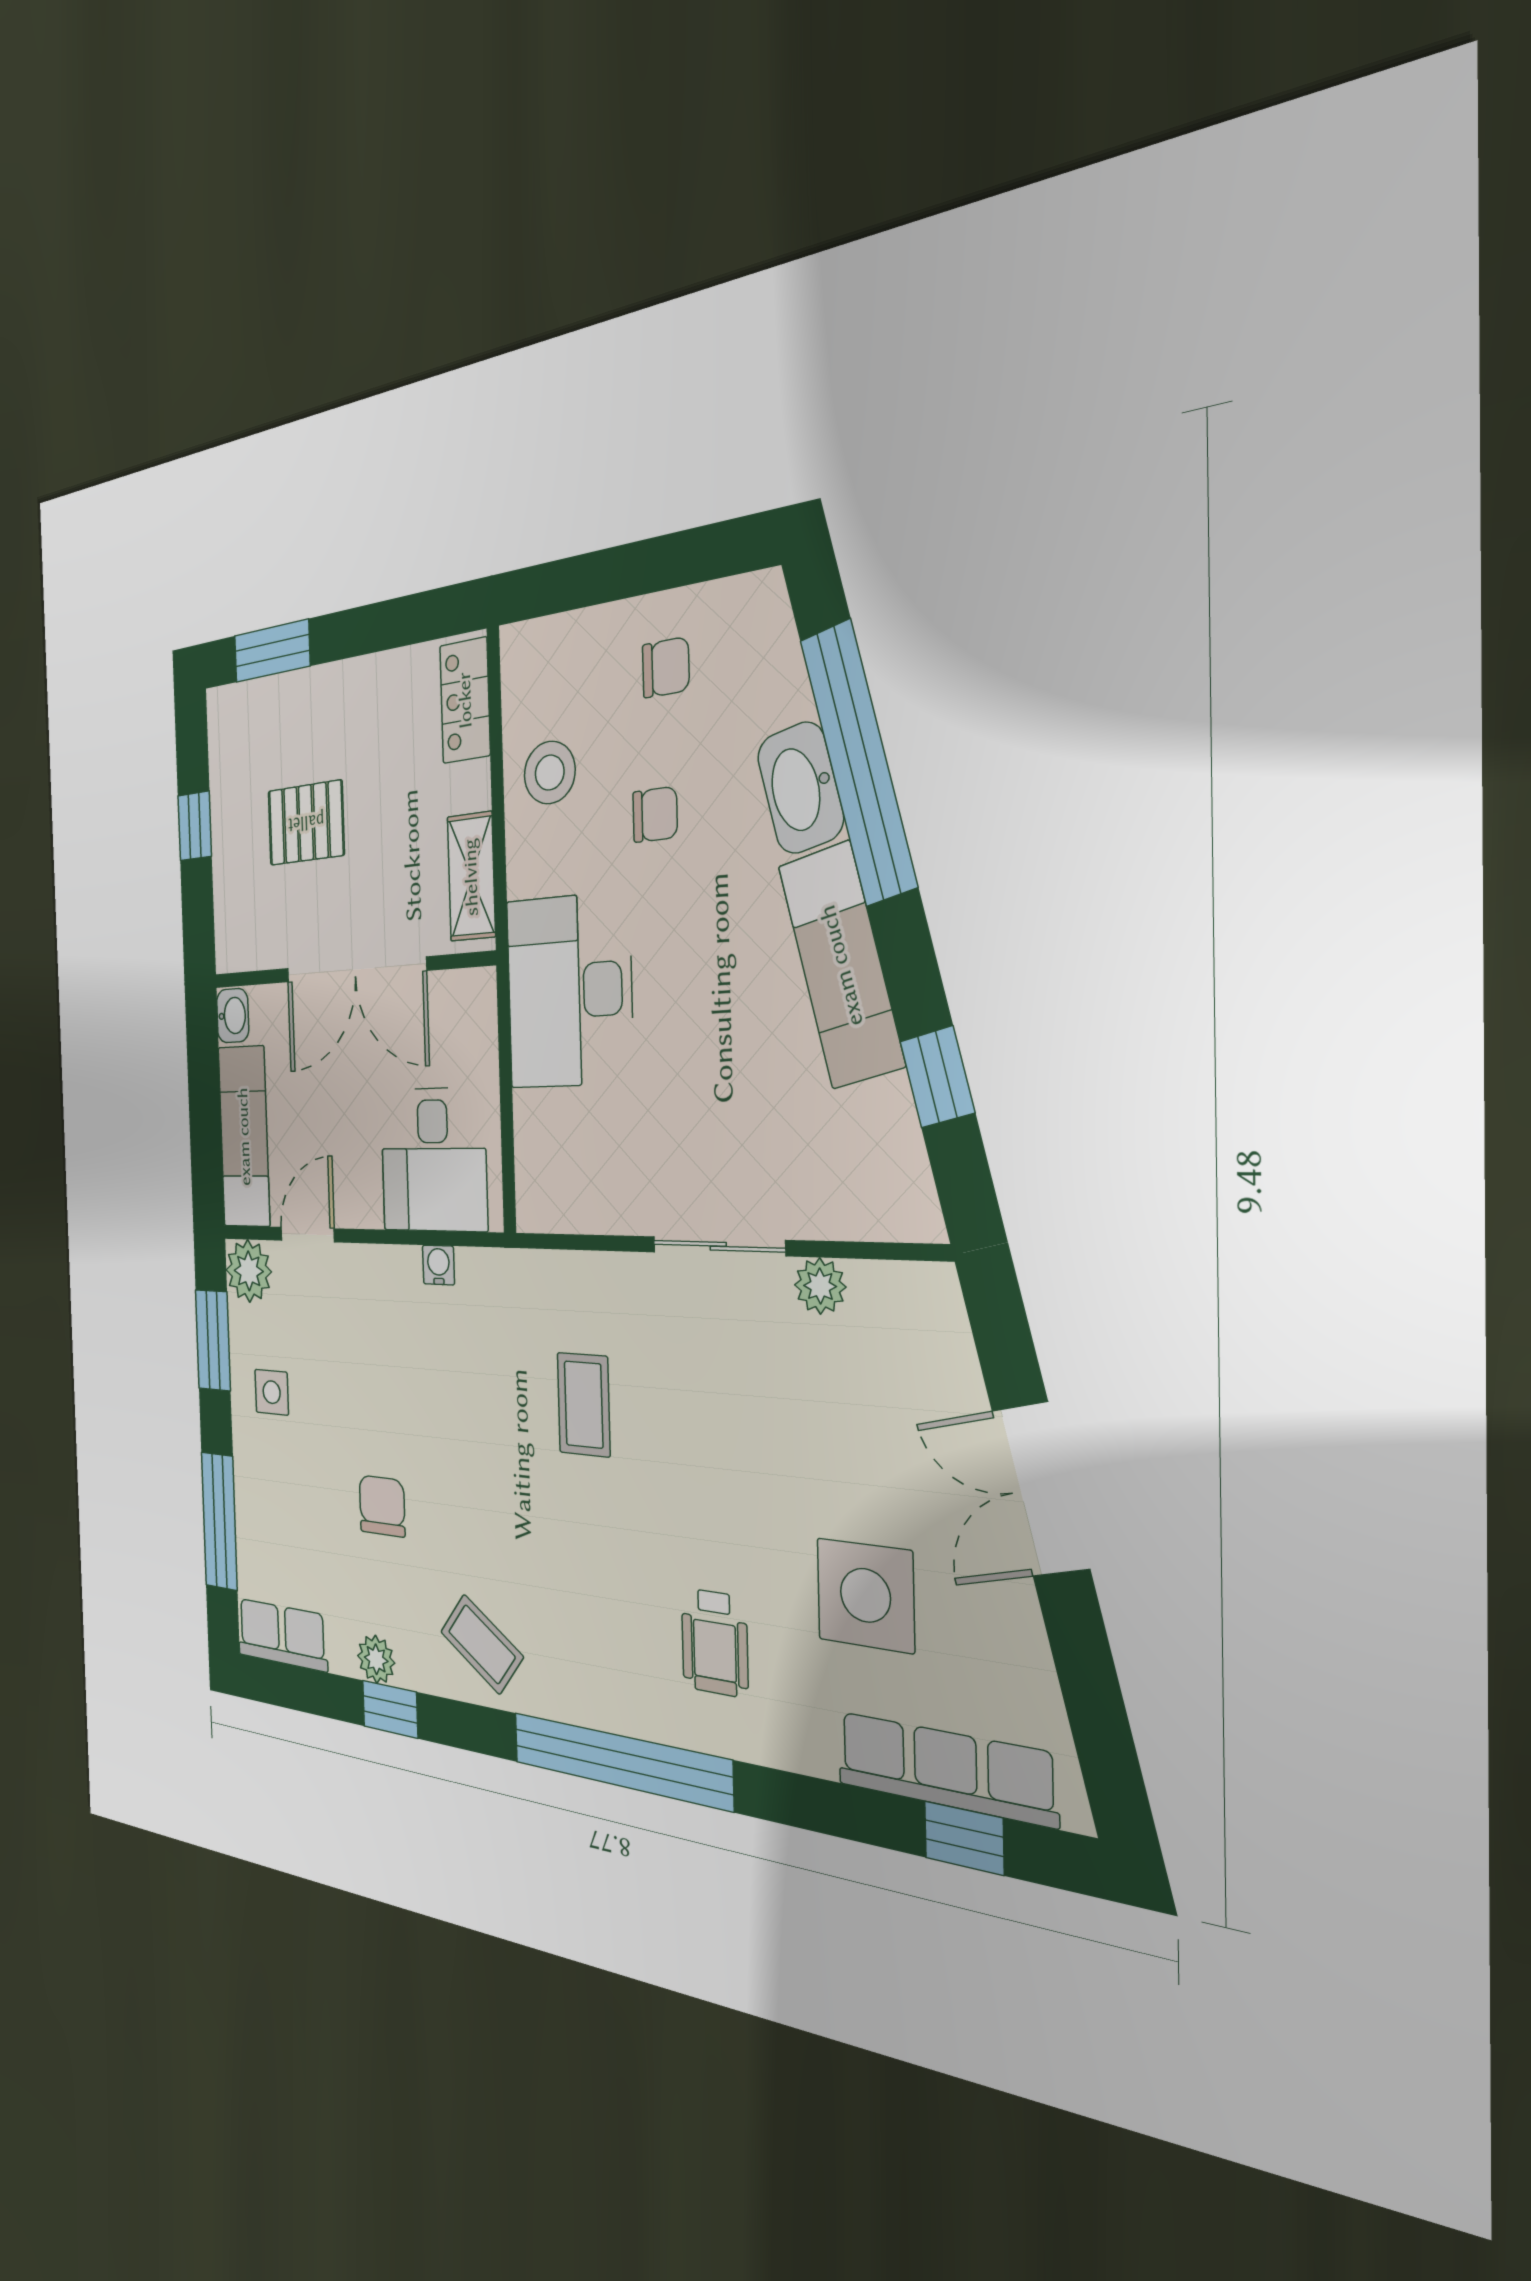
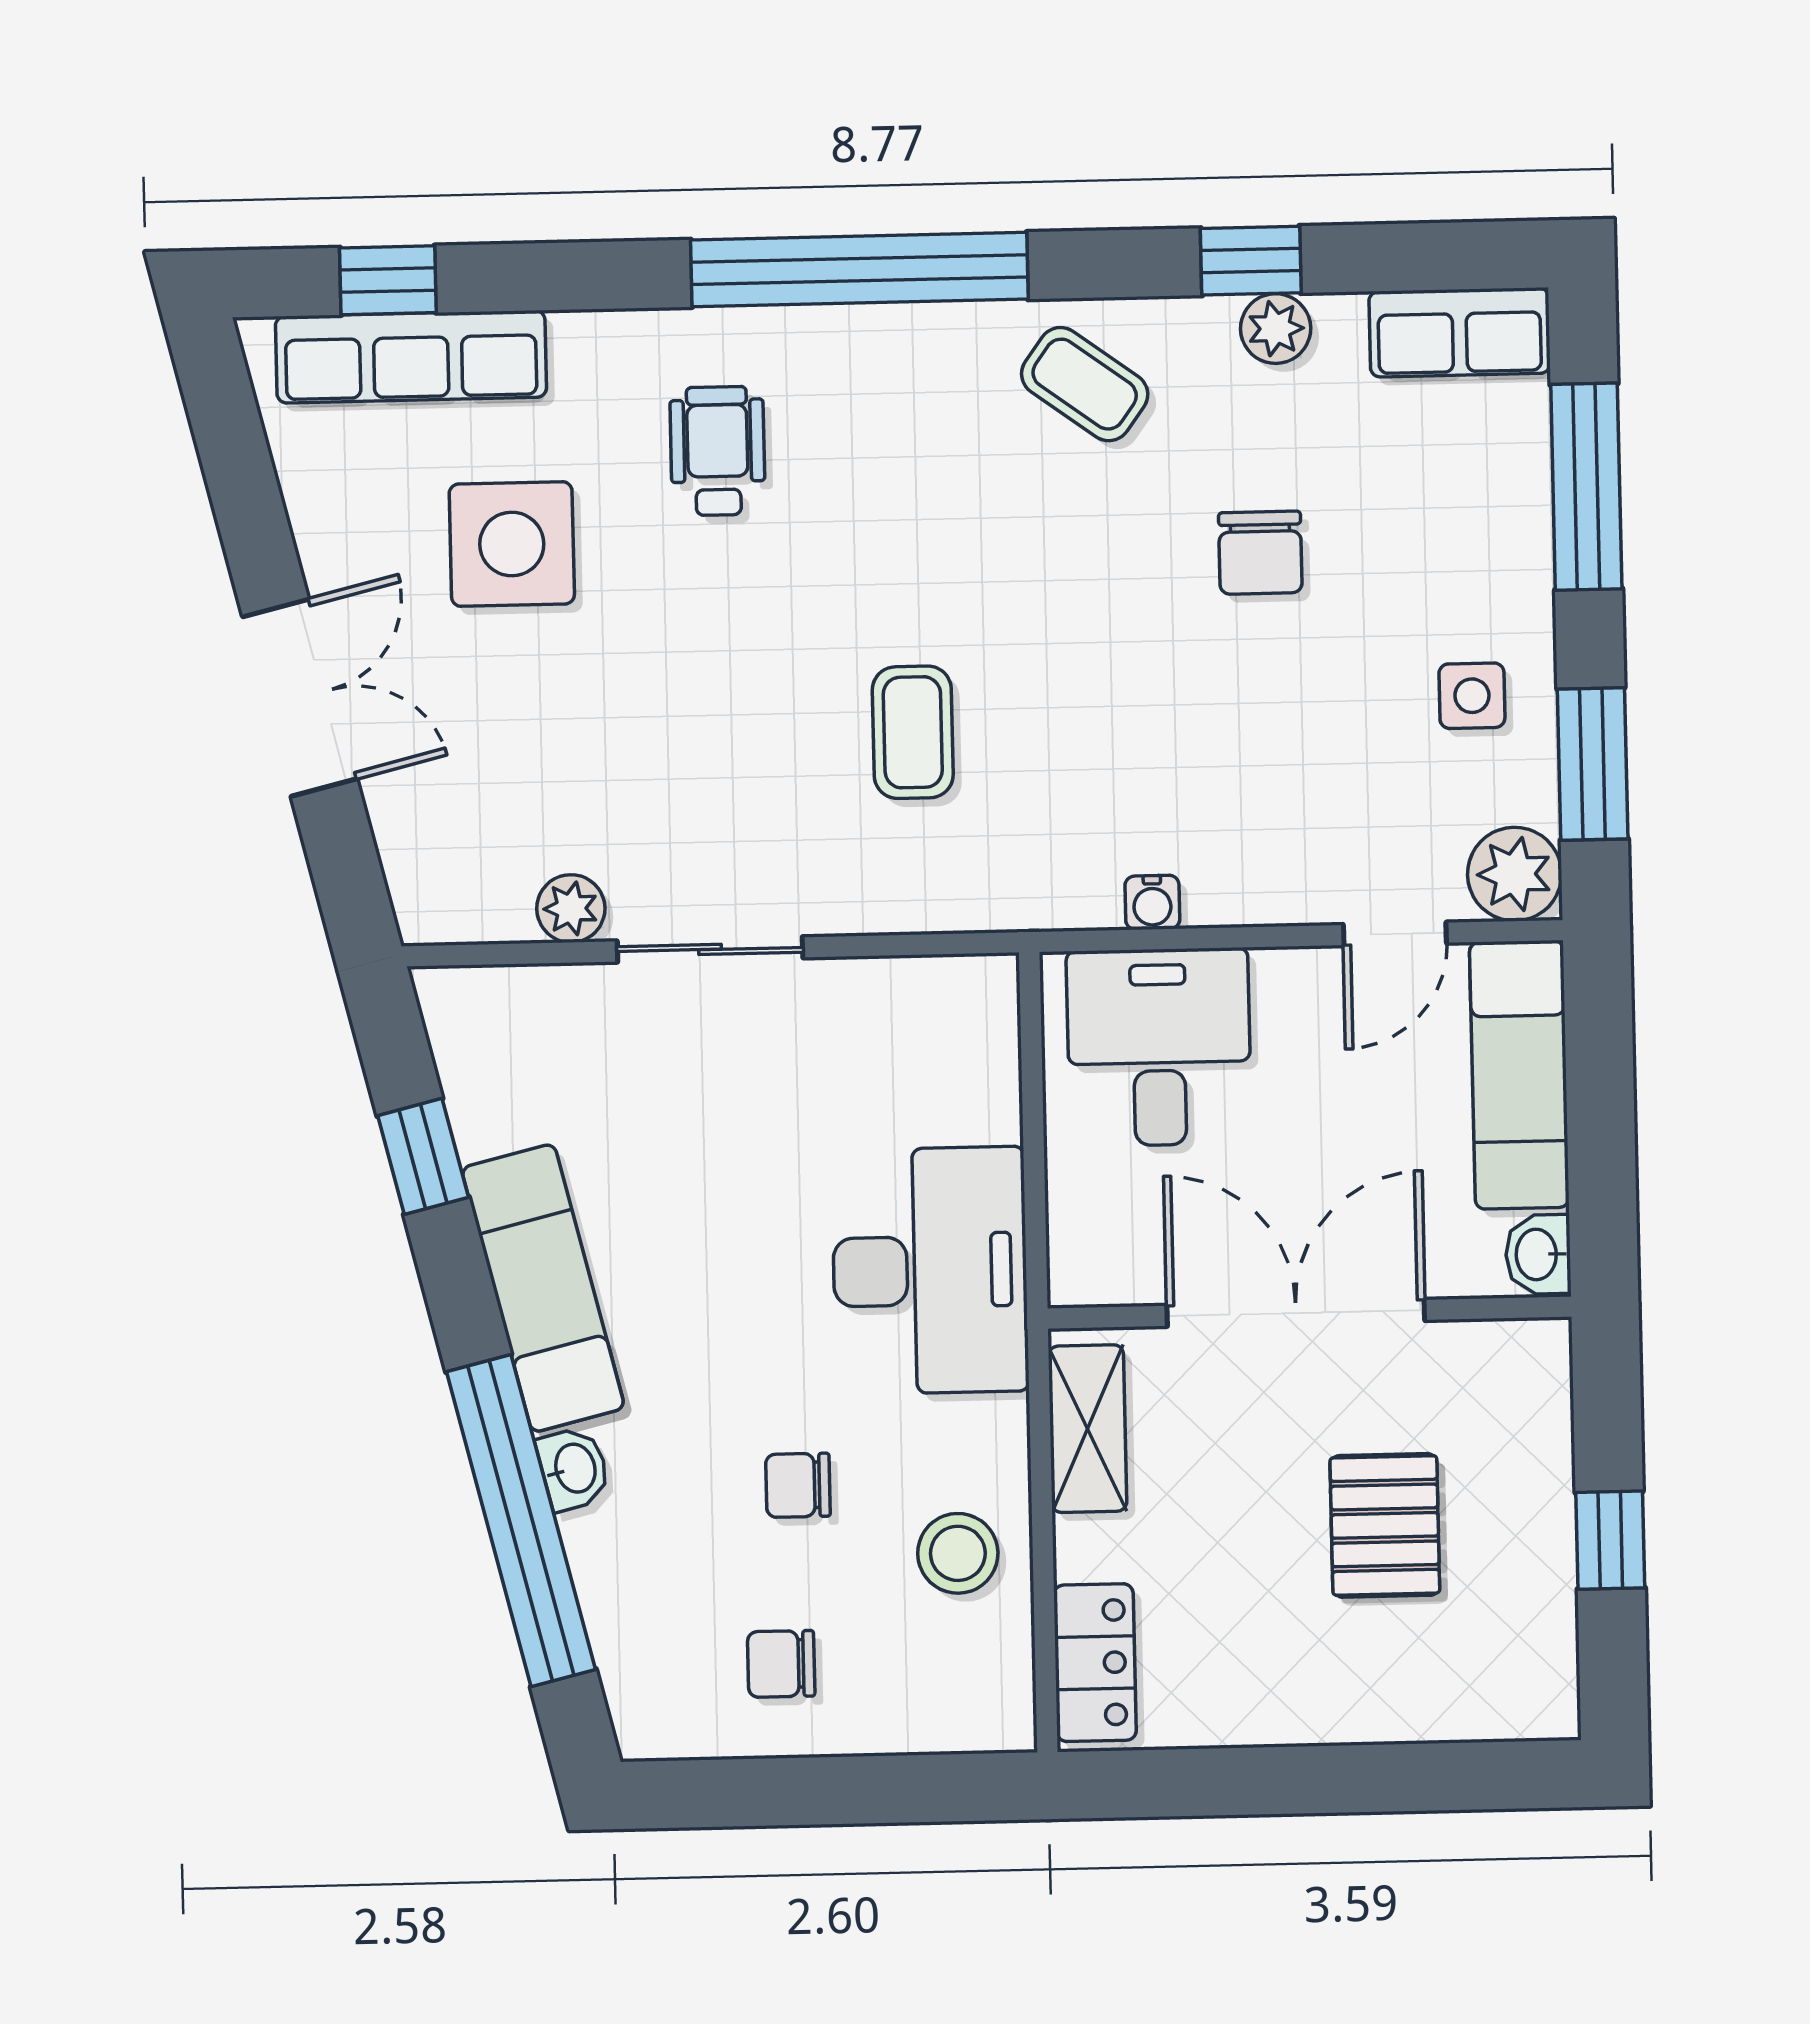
window: (272, 651) -> (1445, 1777), removed
washbasin: (800, 788) -> (574, 1469), width x0.52, depth x0.69
pallet: (306, 823) -> (1385, 1525), turned 90

